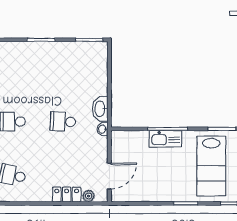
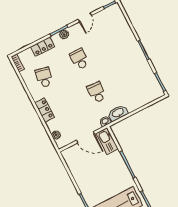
kitchen sink: (166, 139) -> (107, 141), moved
door: (109, 176) -> (85, 137), moved
locker: (67, 194) -> (45, 110), moved

